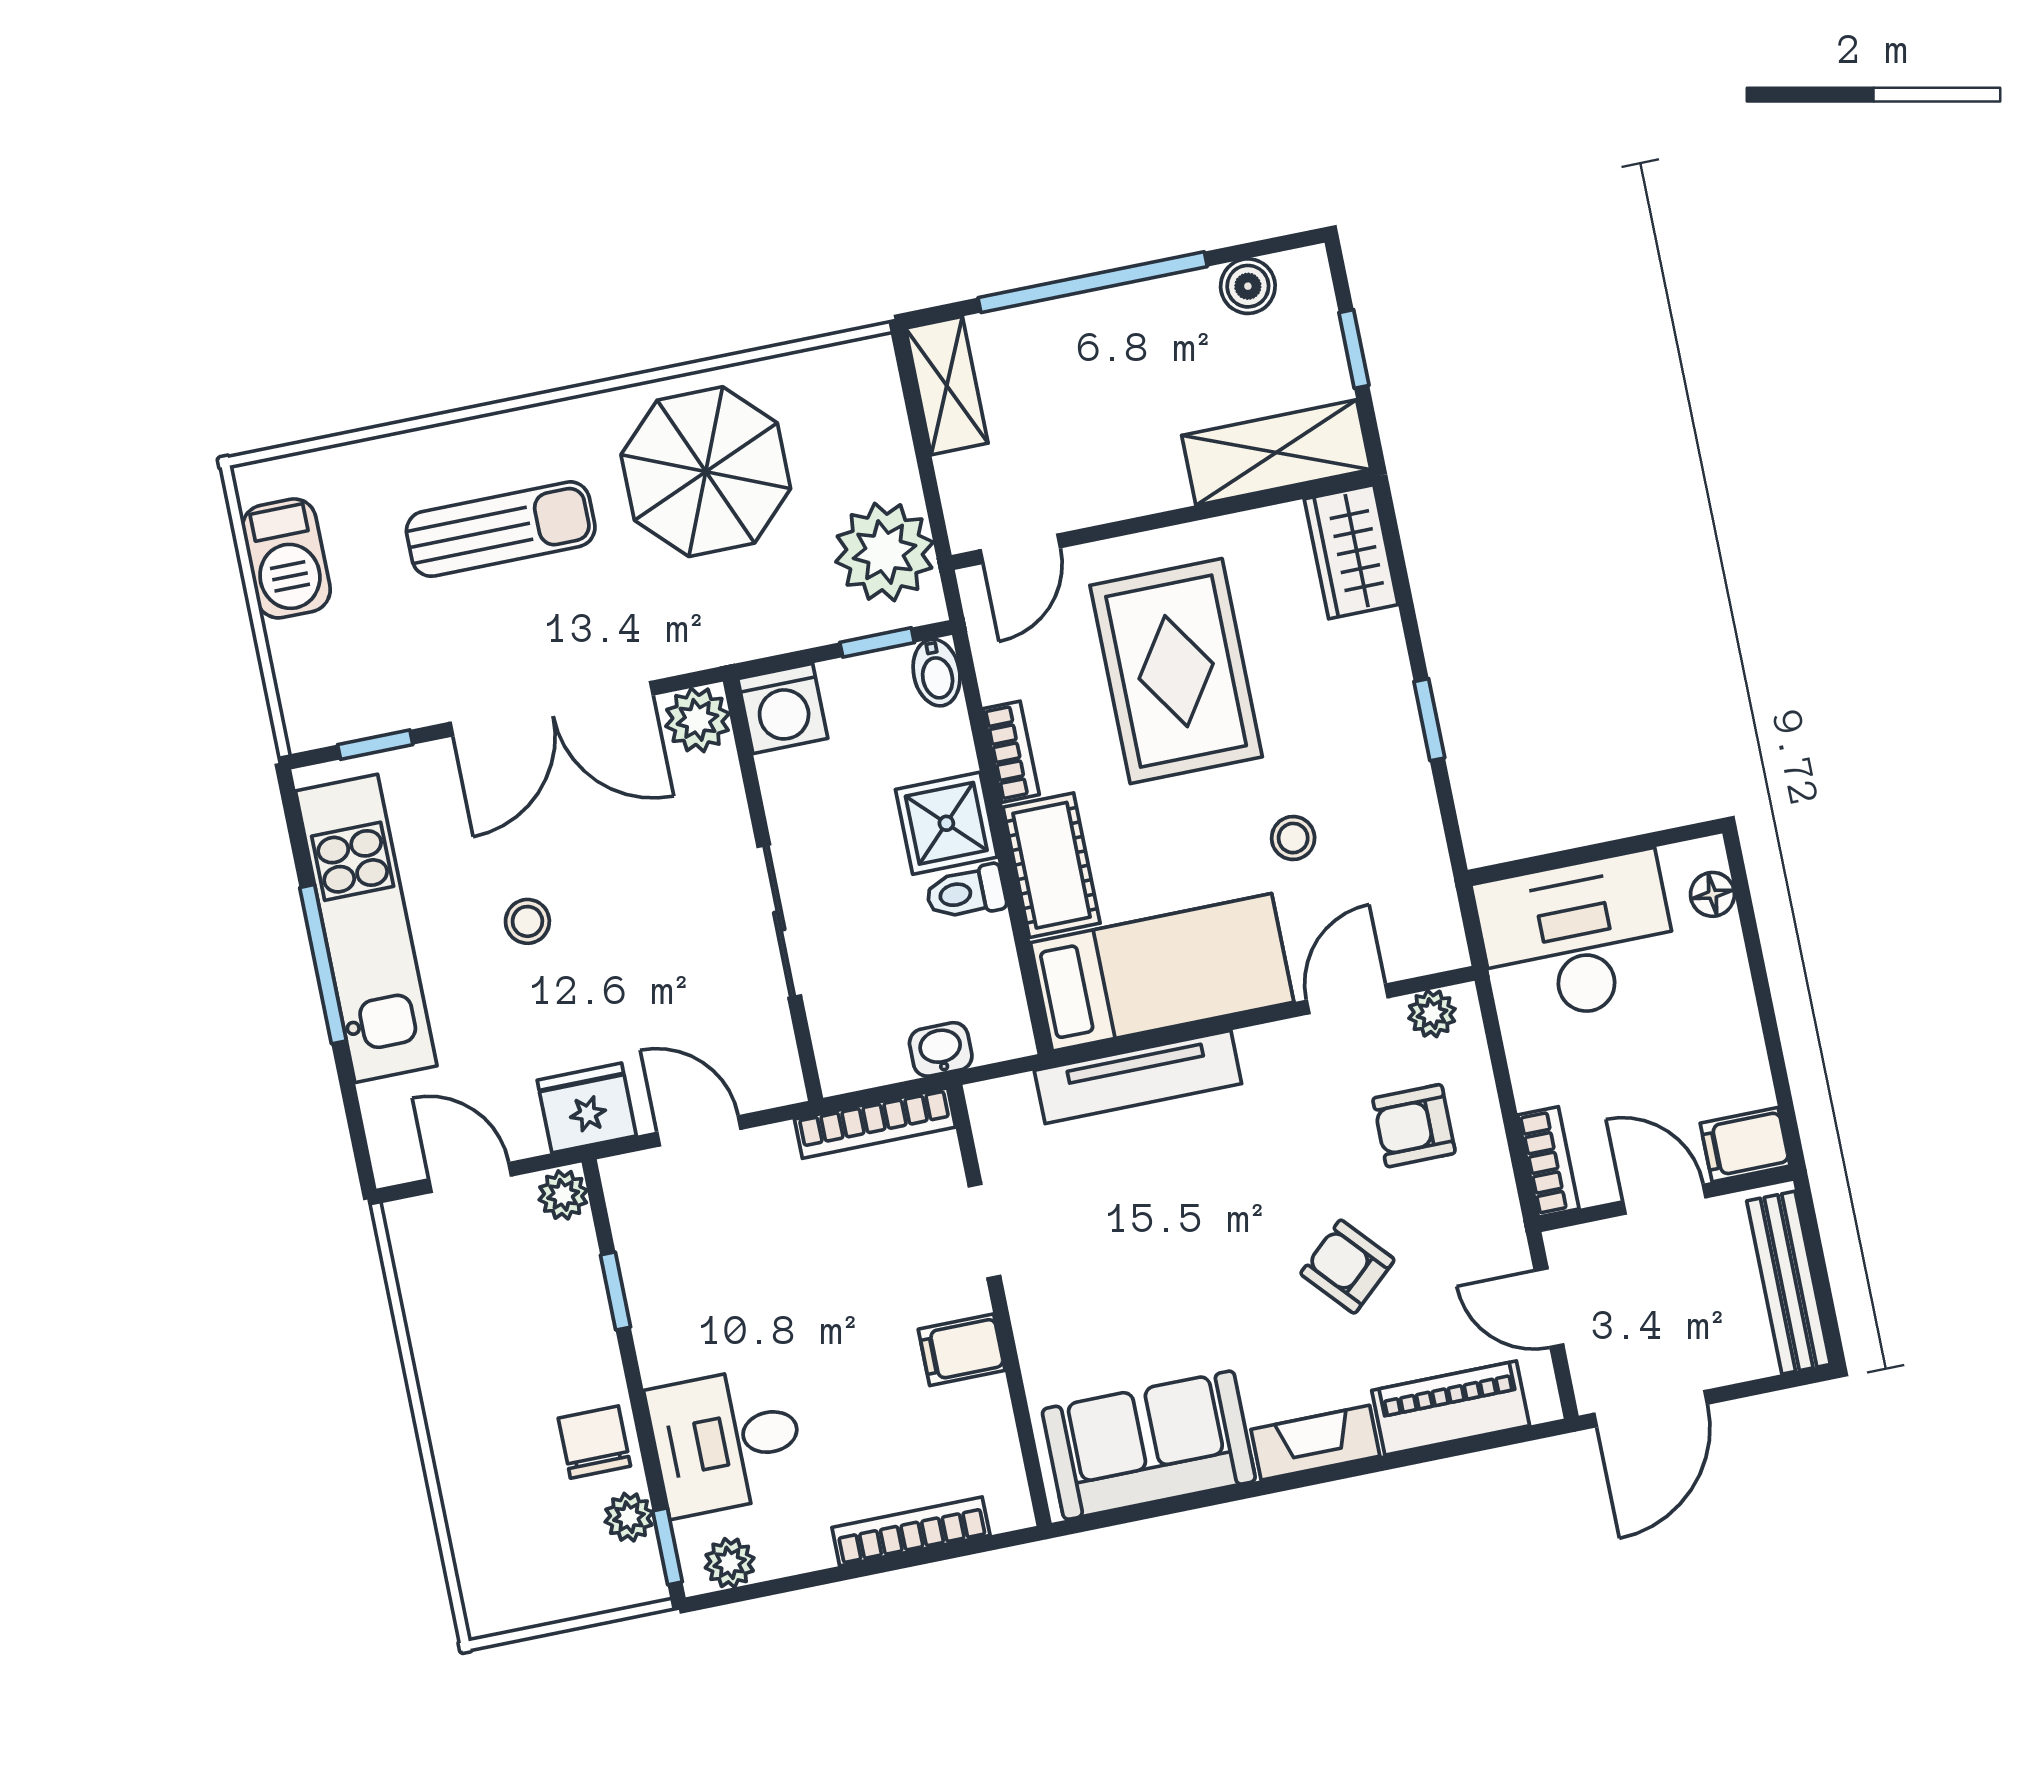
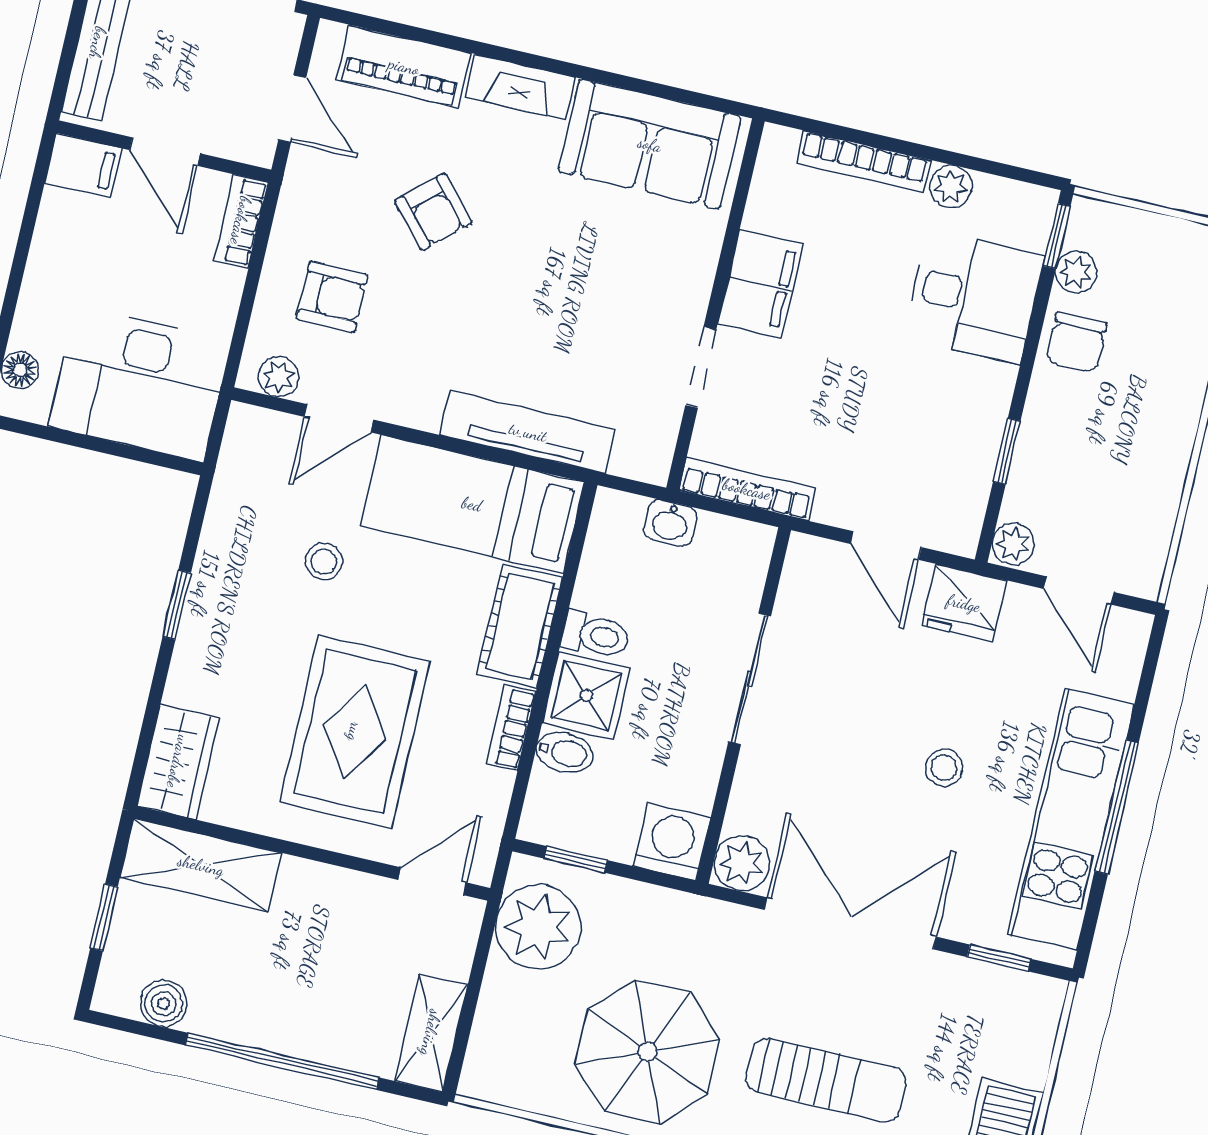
sun lounger: (501, 529) -> (826, 1080), turned 180
bidet: (937, 673) -> (564, 753), moved, turned 90
filing cabinet: (962, 1350) -> (760, 284), width x2.00
plant: (730, 1563) -> (951, 186), moved

